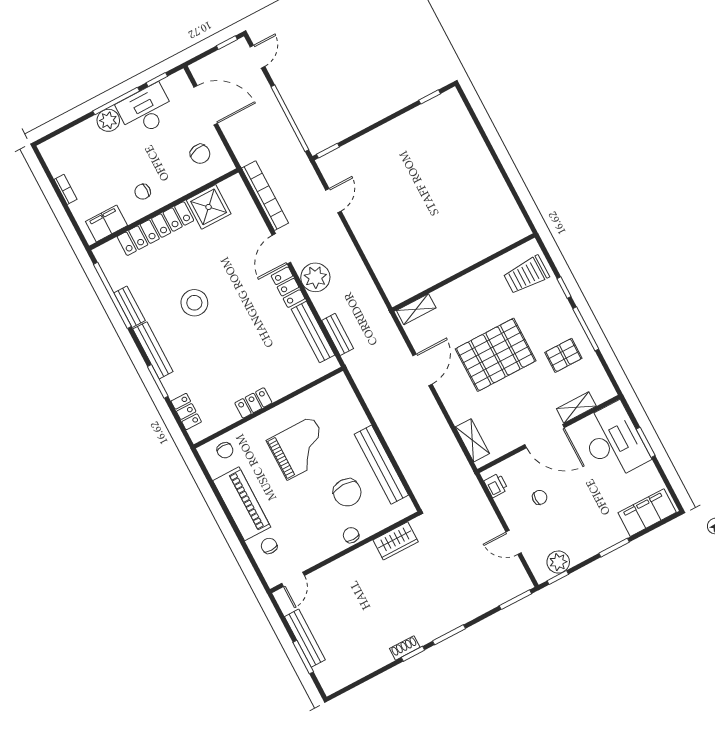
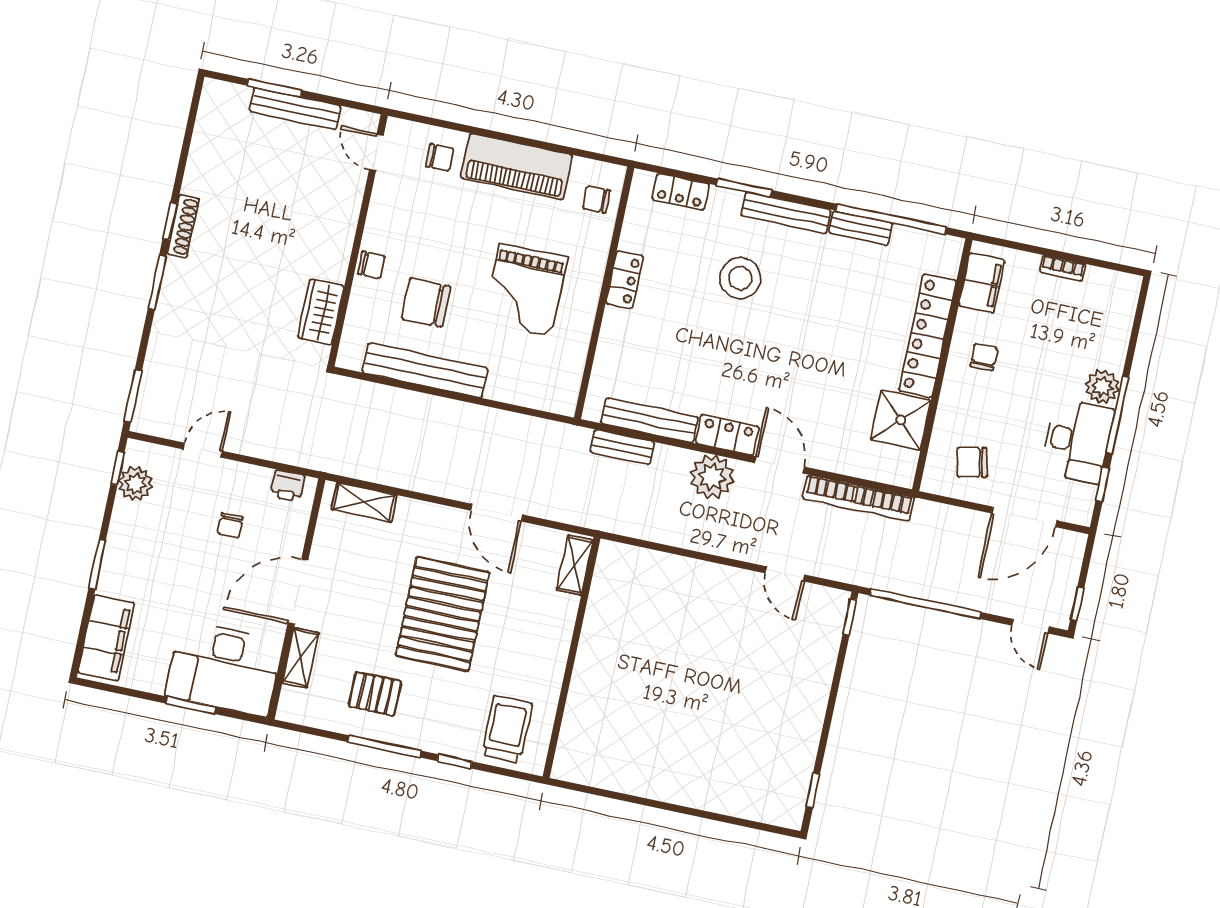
stool: (194, 303) -> (740, 278), moved
pallet: (563, 355) -> (375, 694), turned 90
shoe rack: (405, 648) -> (183, 226), width x1.43

